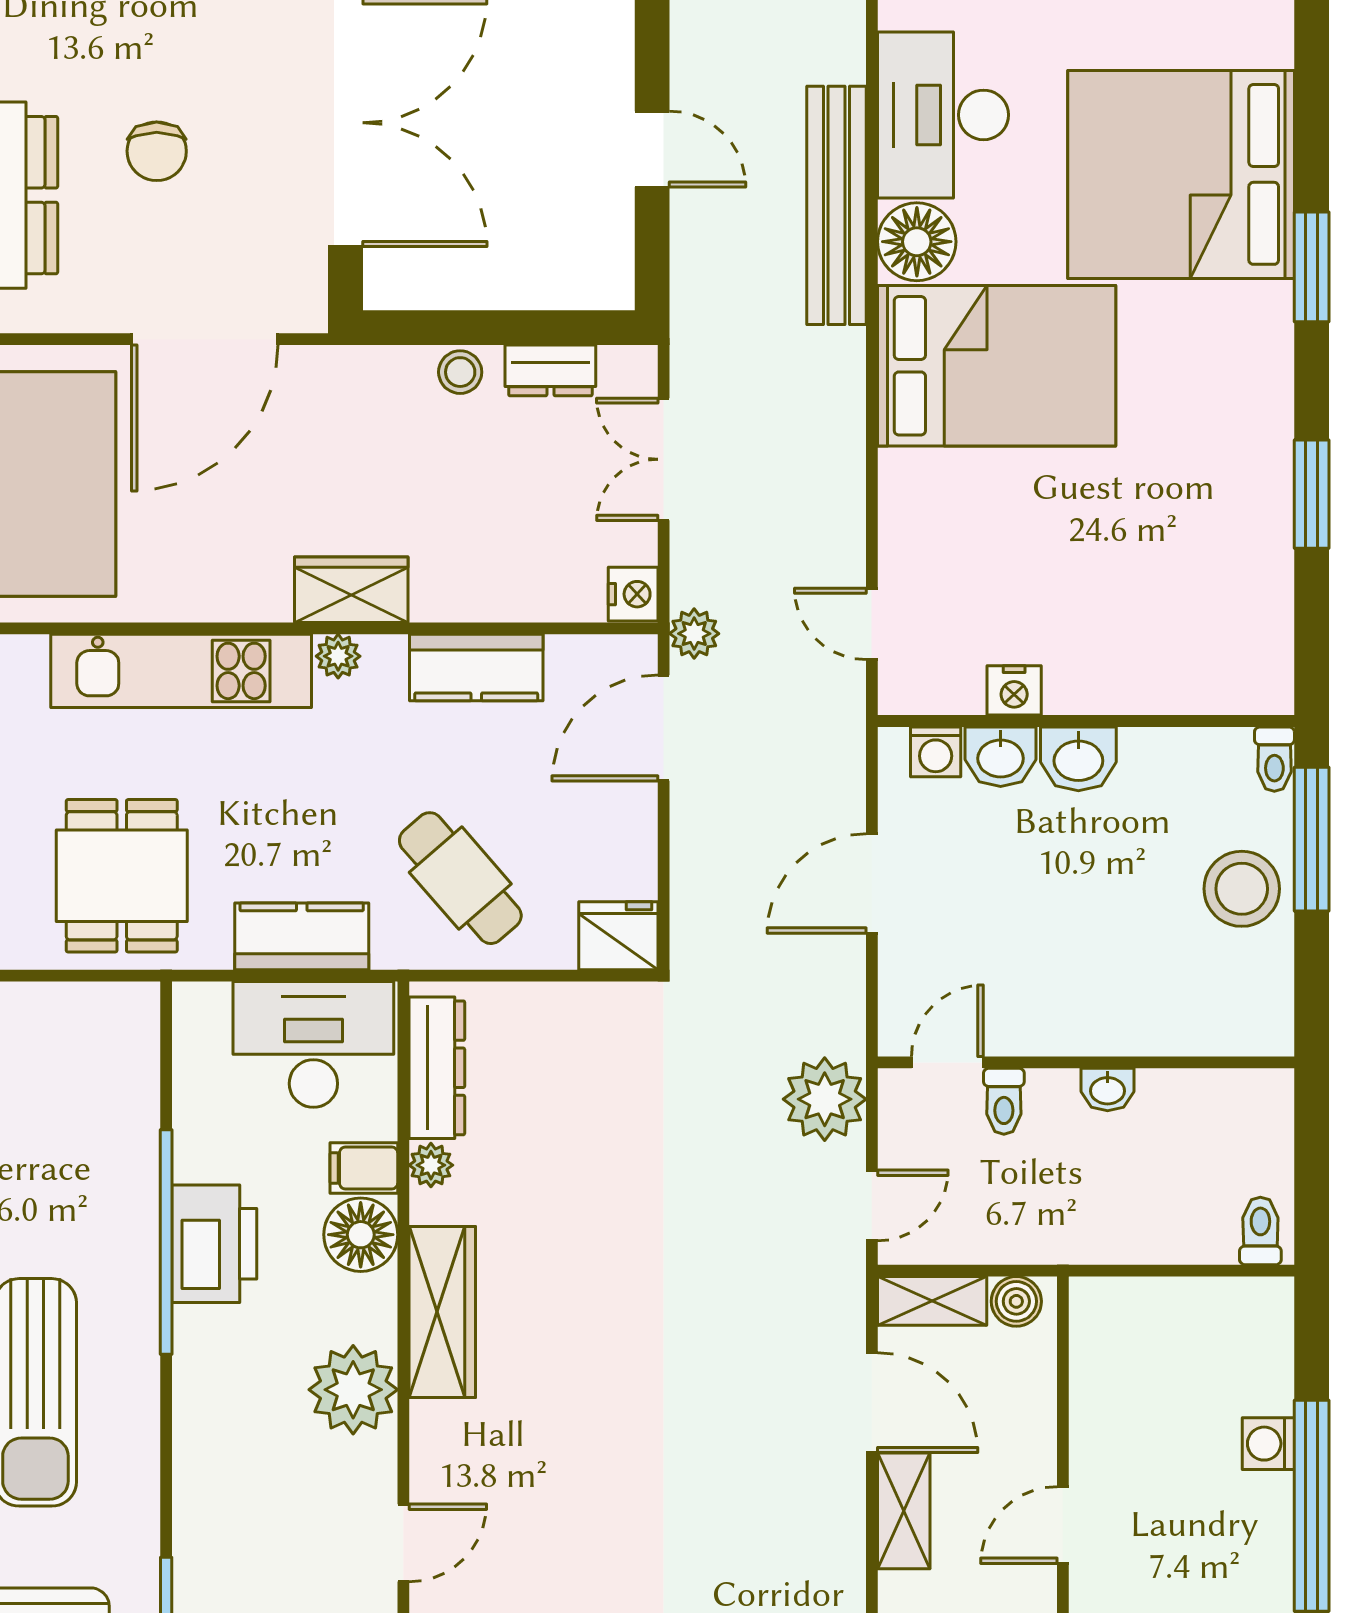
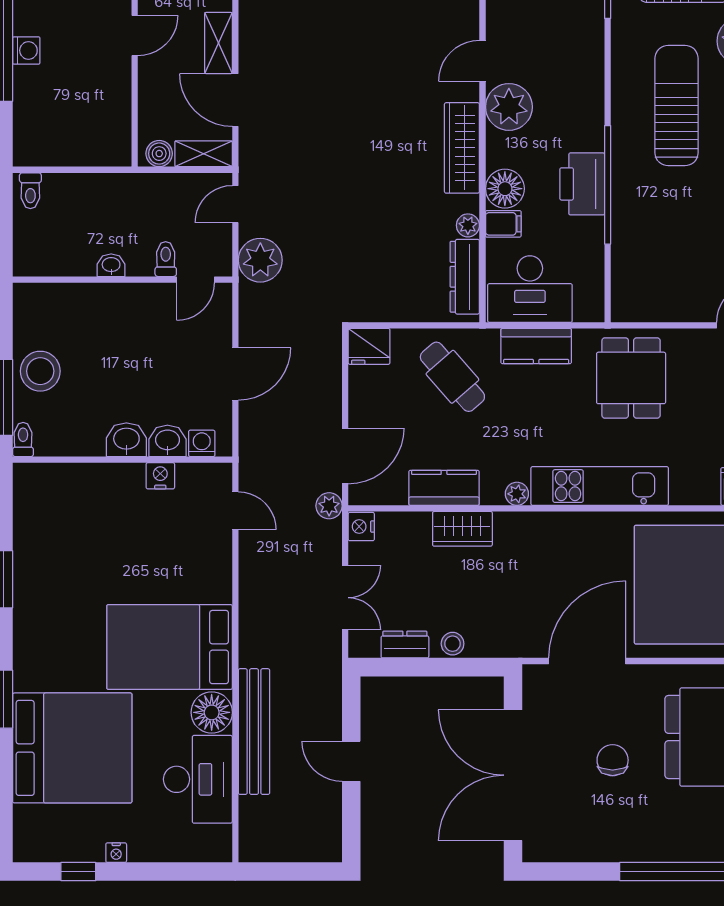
wardrobe: (351, 590) -> (462, 529), moved
washing machine: (1268, 1444) -> (26, 50), moved
door: (403, 1543) -> (482, 61), moved

